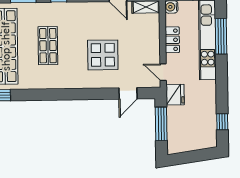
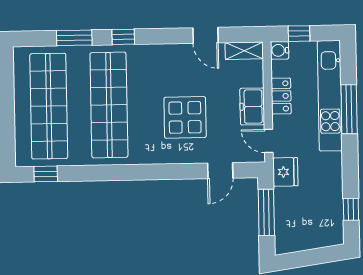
window: (221, 36) -> (349, 109), moved
shop shelf: (48, 46) -> (109, 105), width x2.00, depth x1.36
freezer: (151, 47) -> (252, 107), added

